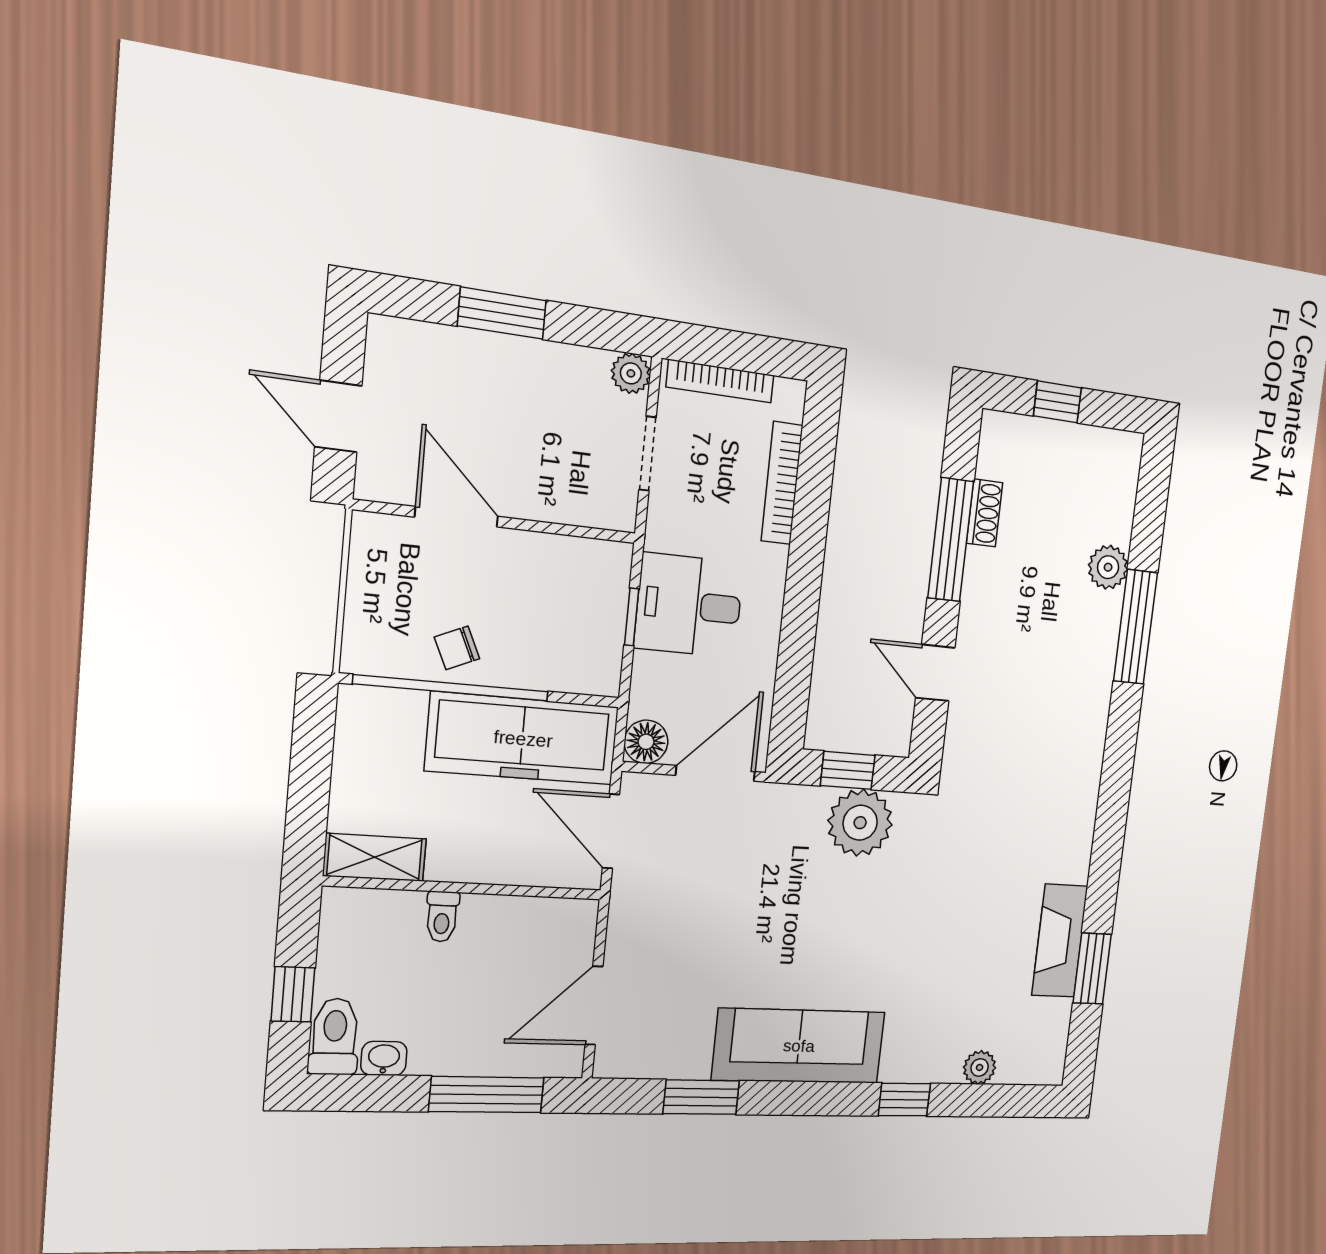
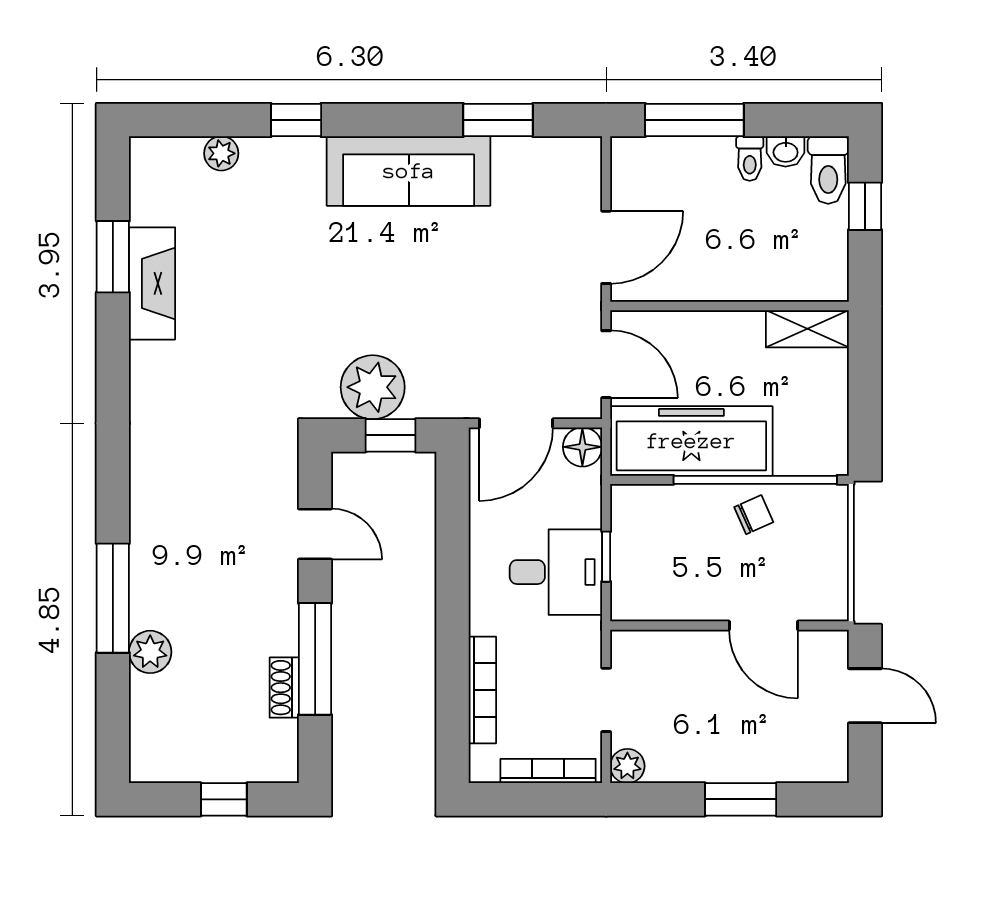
toilet: (442, 917) -> (750, 158), moved, turned 180
door: (594, 1006) -> (606, 247), moved

